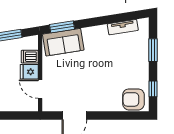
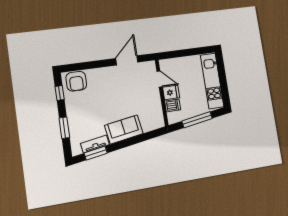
window: (62, 27) -> (96, 153), moved
sofa: (63, 42) -> (124, 129), moved
armchair: (133, 99) -> (76, 81), turned 90

